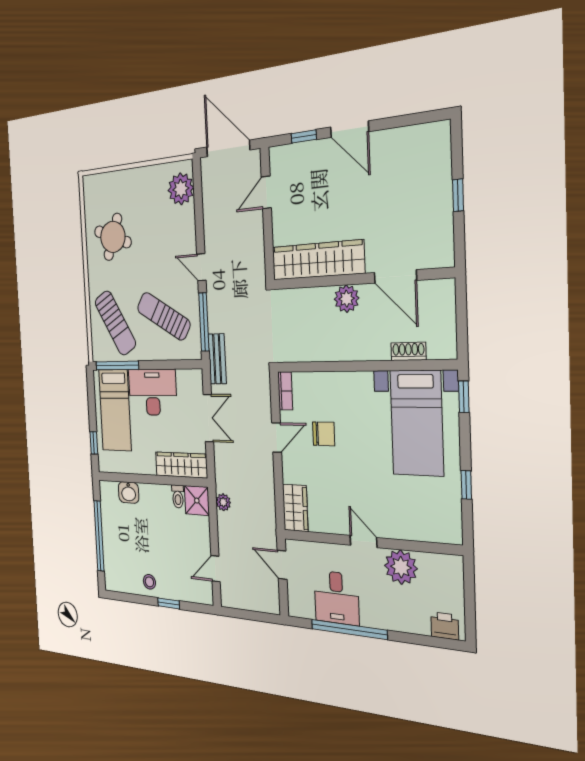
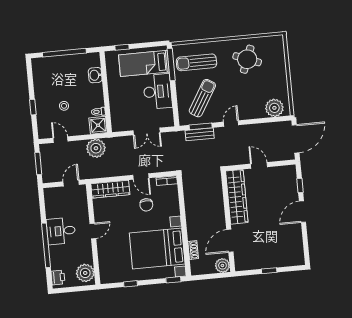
door: (266, 192) -> (259, 165), moved
plant: (347, 299) -> (222, 265), moved
window: (204, 322) -> (201, 126), width x0.69
sun lounger: (115, 323) -> (196, 62), turned 30
bench: (217, 359) -> (200, 134), moved
bed with nightstands: (417, 423) -> (157, 248), width x1.36
wardrobe: (181, 465) -> (117, 114), removed
plant: (223, 502) -> (96, 148), width x1.88, depth x1.88
wardrobe: (295, 508) -> (110, 189), width x1.50
plant: (401, 567) -> (85, 273), moved
stool: (149, 582) -> (64, 106), moved
desk: (336, 598) -> (61, 231), moved
window: (249, 615) -> (38, 163), added
window: (349, 629) -> (46, 245), moved

